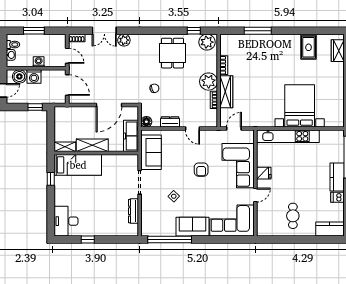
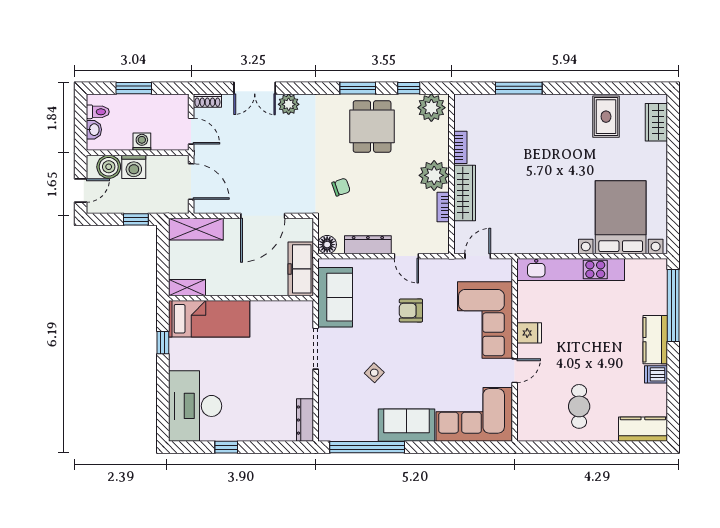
window: (164, 31) -> (358, 88), added
bed with nightstands: (300, 106) -> (621, 217), moved
dresser: (170, 122) -> (368, 245), width x1.44
shelving: (92, 145) -> (196, 229), moved
armchair: (201, 170) -> (411, 311), moved, turned 90
dresser: (133, 211) -> (305, 420), moved
desk: (66, 221) -> (195, 406), width x1.36, depth x1.30

